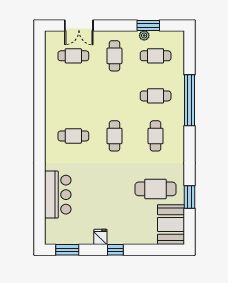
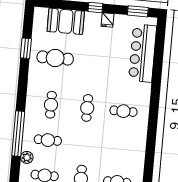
plant: (177, 74) -> (27, 157), added
bar counter: (58, 195) -> (143, 53), width x1.36
booth: (171, 224) -> (66, 21), moved, turned 90

